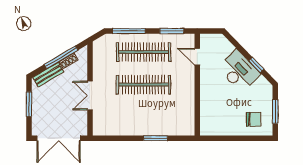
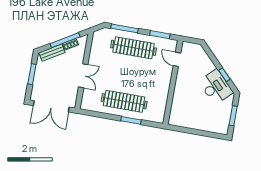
desk: (239, 71) -> (216, 87), moved
clothes rail: (144, 85) -> (124, 101), moved
double door: (90, 96) -> (83, 76), swing flipped
chair: (254, 119) -> (214, 119), removed

